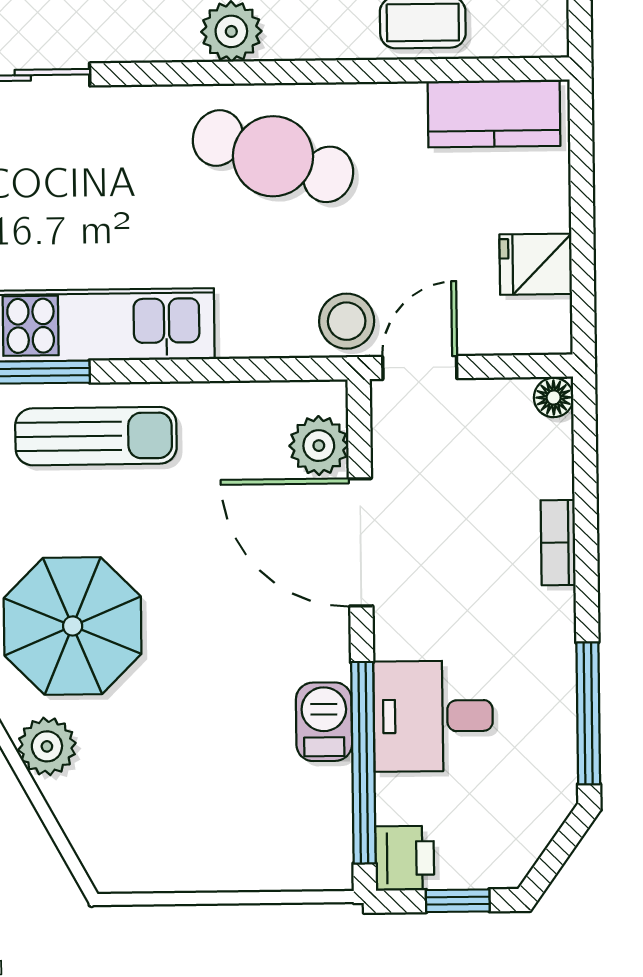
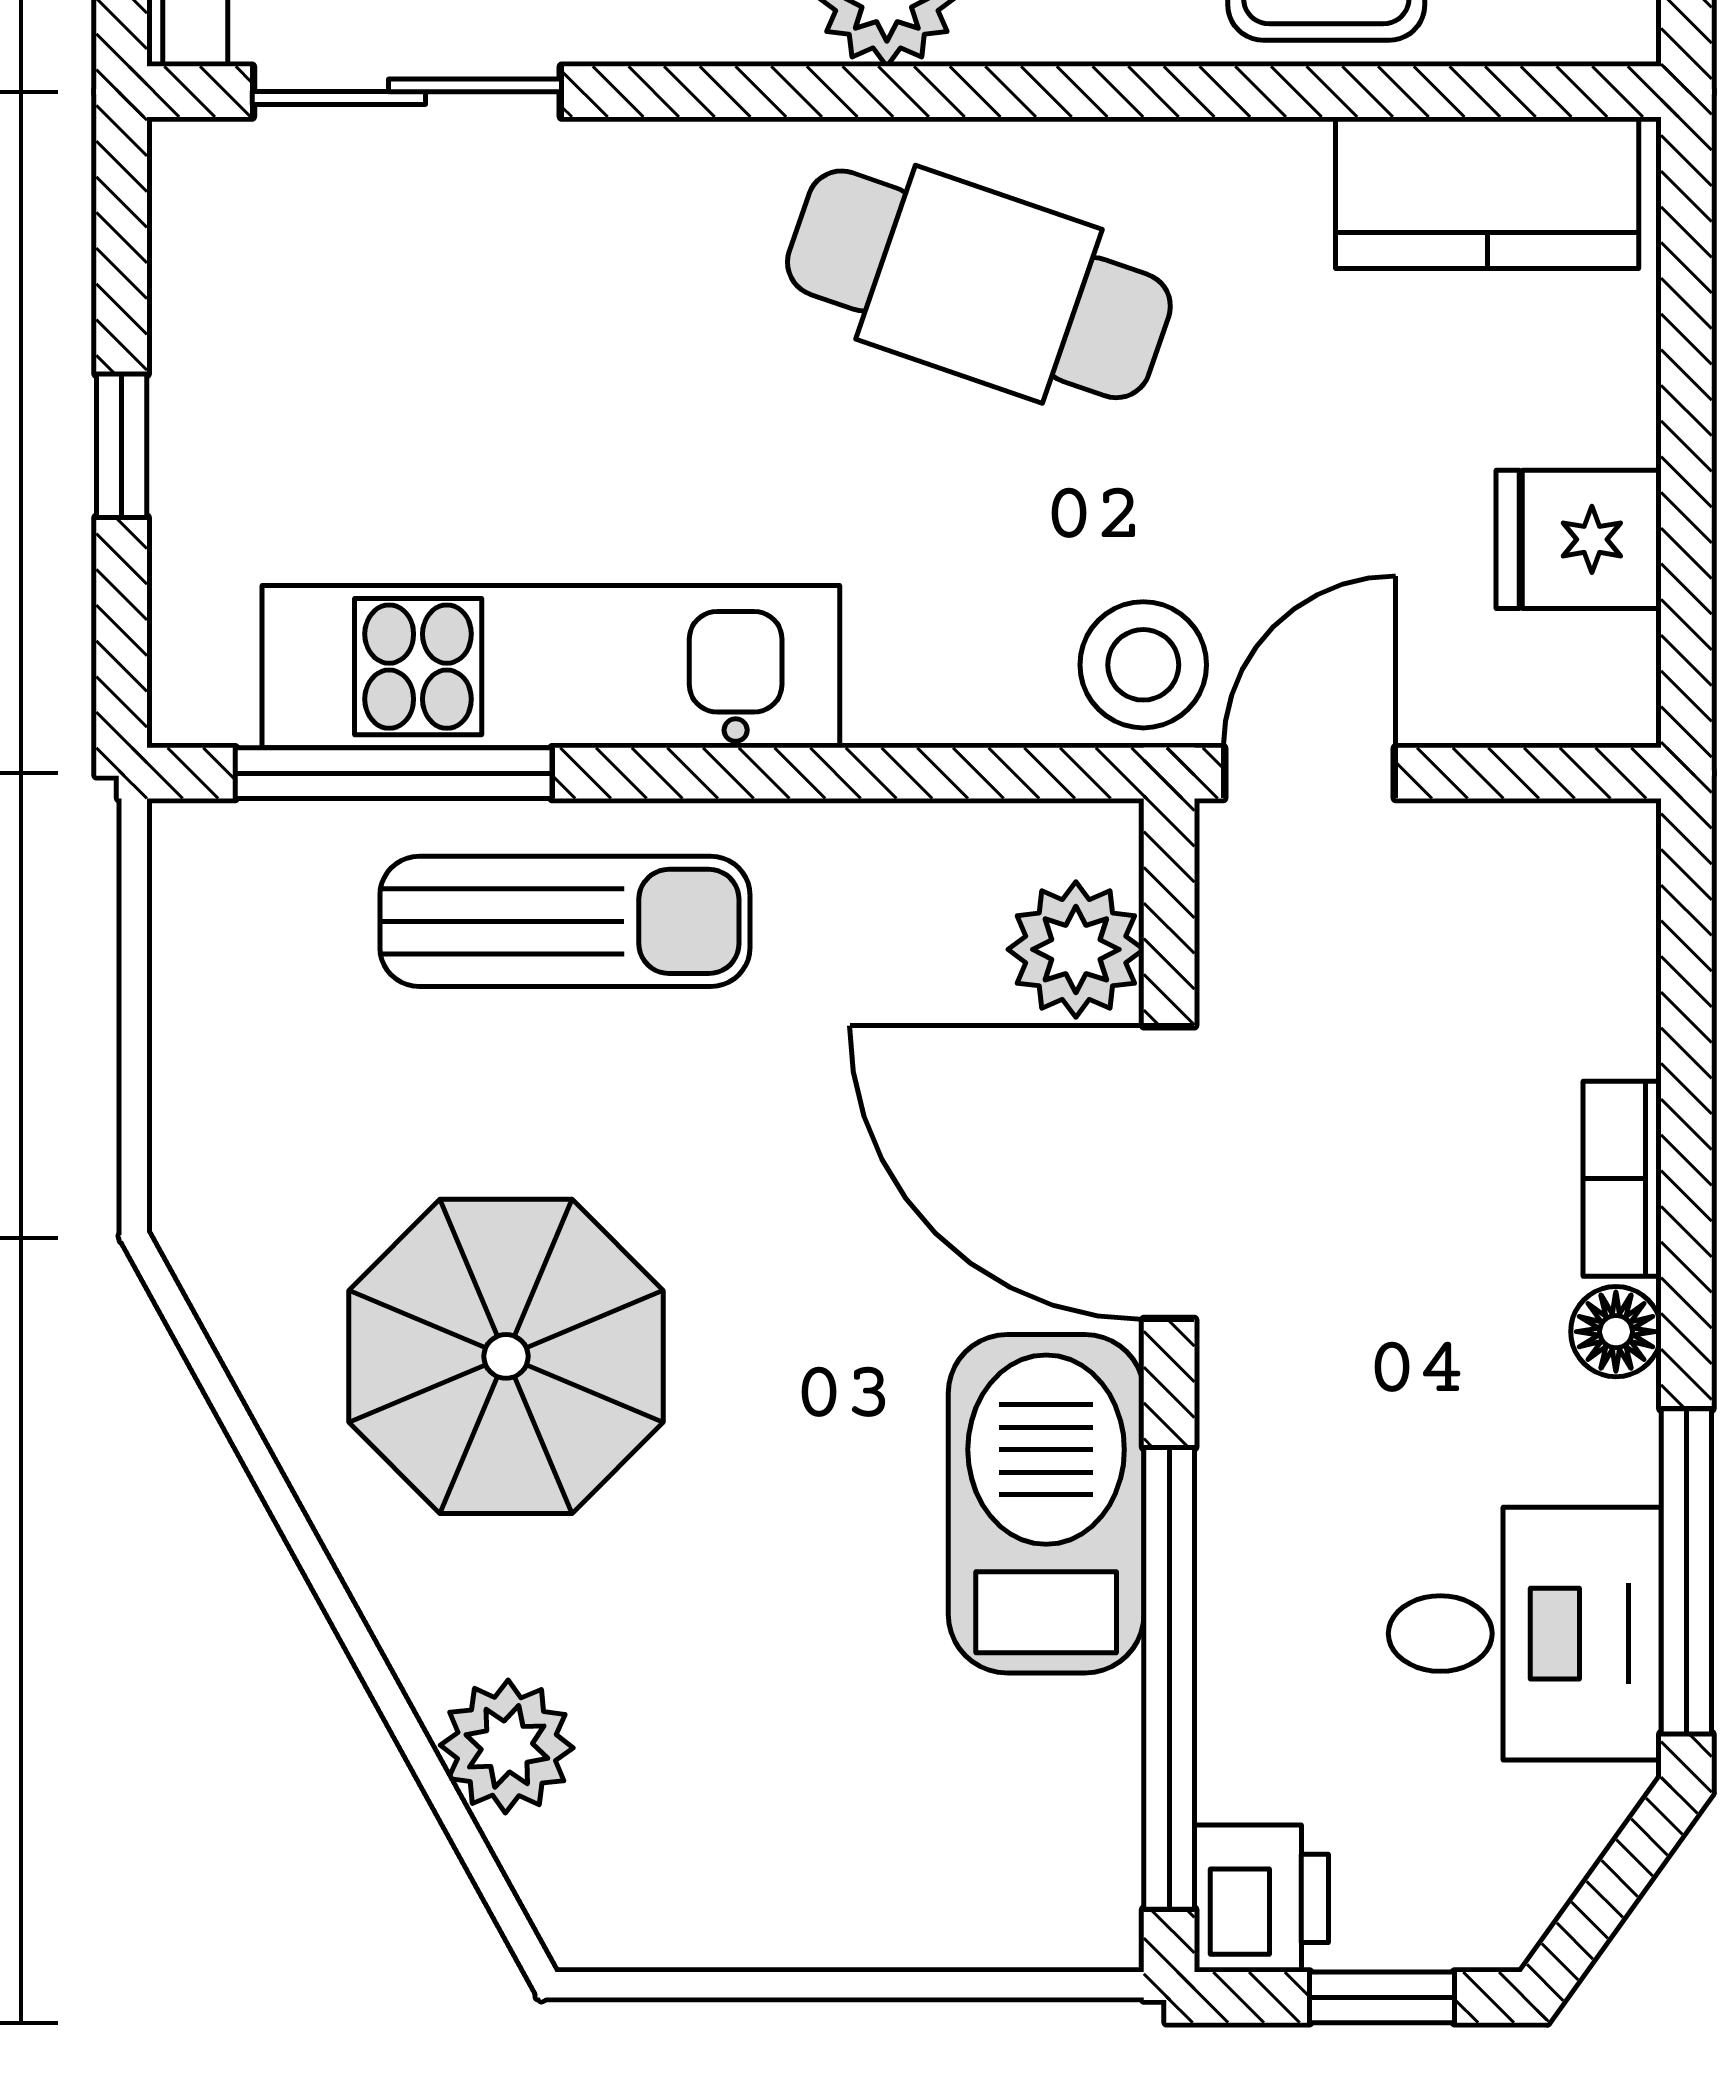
floor lamp: (554, 398) -> (1616, 1332), moved
desk: (433, 716) -> (1525, 1634), moved, turned 180
barbecue: (324, 722) -> (1046, 1504), width x1.88, depth x1.53
plant: (47, 746) -> (507, 1746), moved

